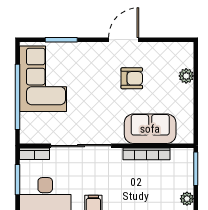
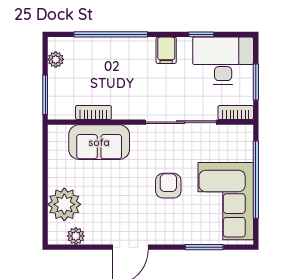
plant: (170, 49) -> (76, 236), added
plant: (186, 76) -> (64, 204), width x1.87, depth x1.87
armchair: (132, 78) -> (168, 186), moved, turned 90
bookcase: (147, 154) -> (93, 112), width x0.64

